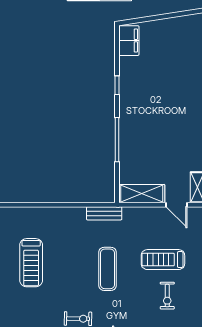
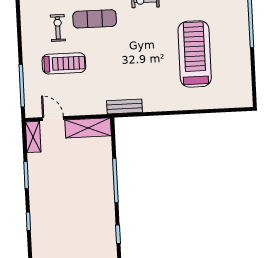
treadmill: (31, 263) -> (195, 54), width x1.37, depth x1.38
exercise mat: (108, 269) -> (95, 19), moved, turned 90

